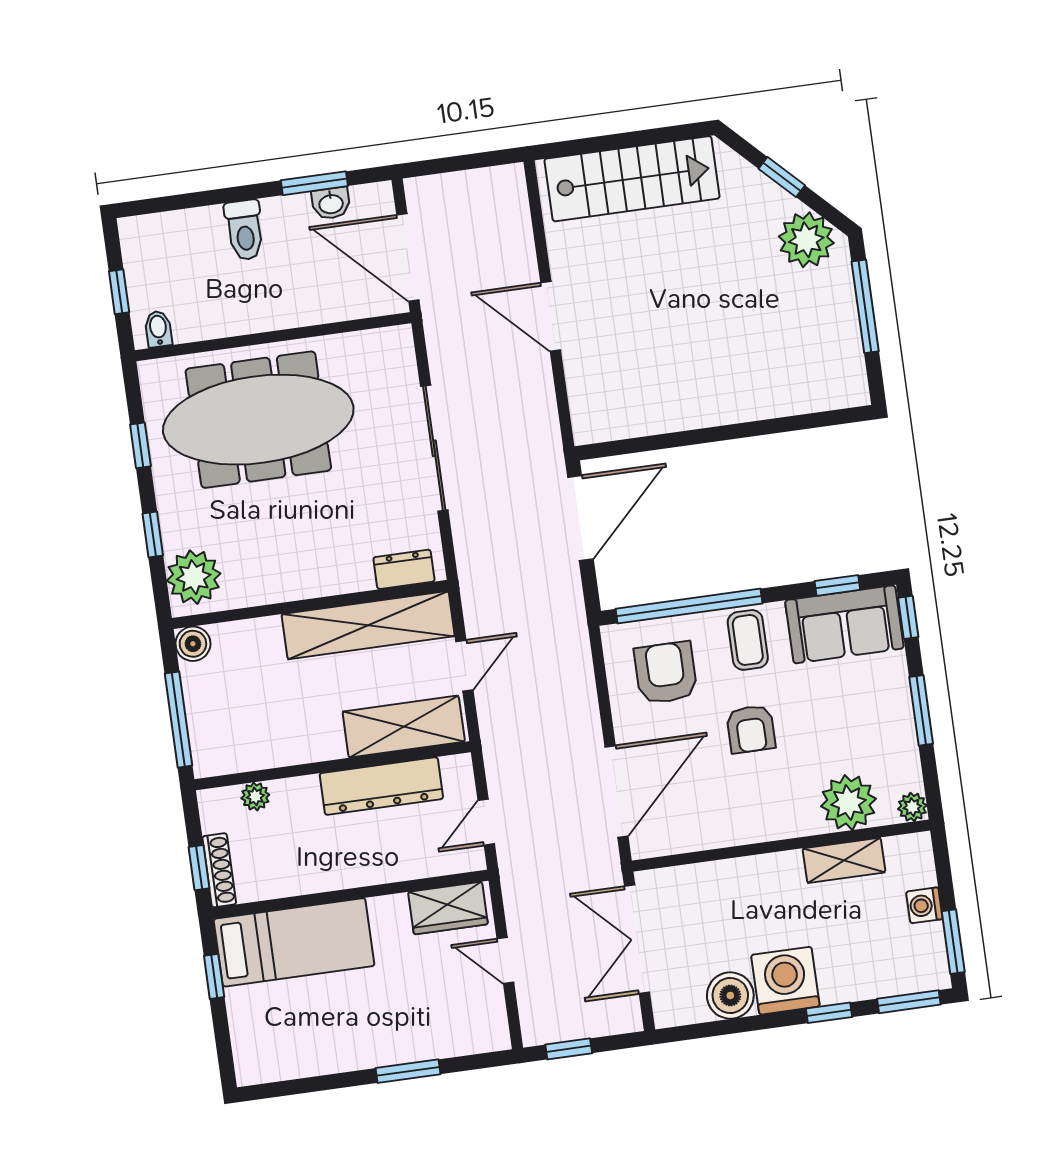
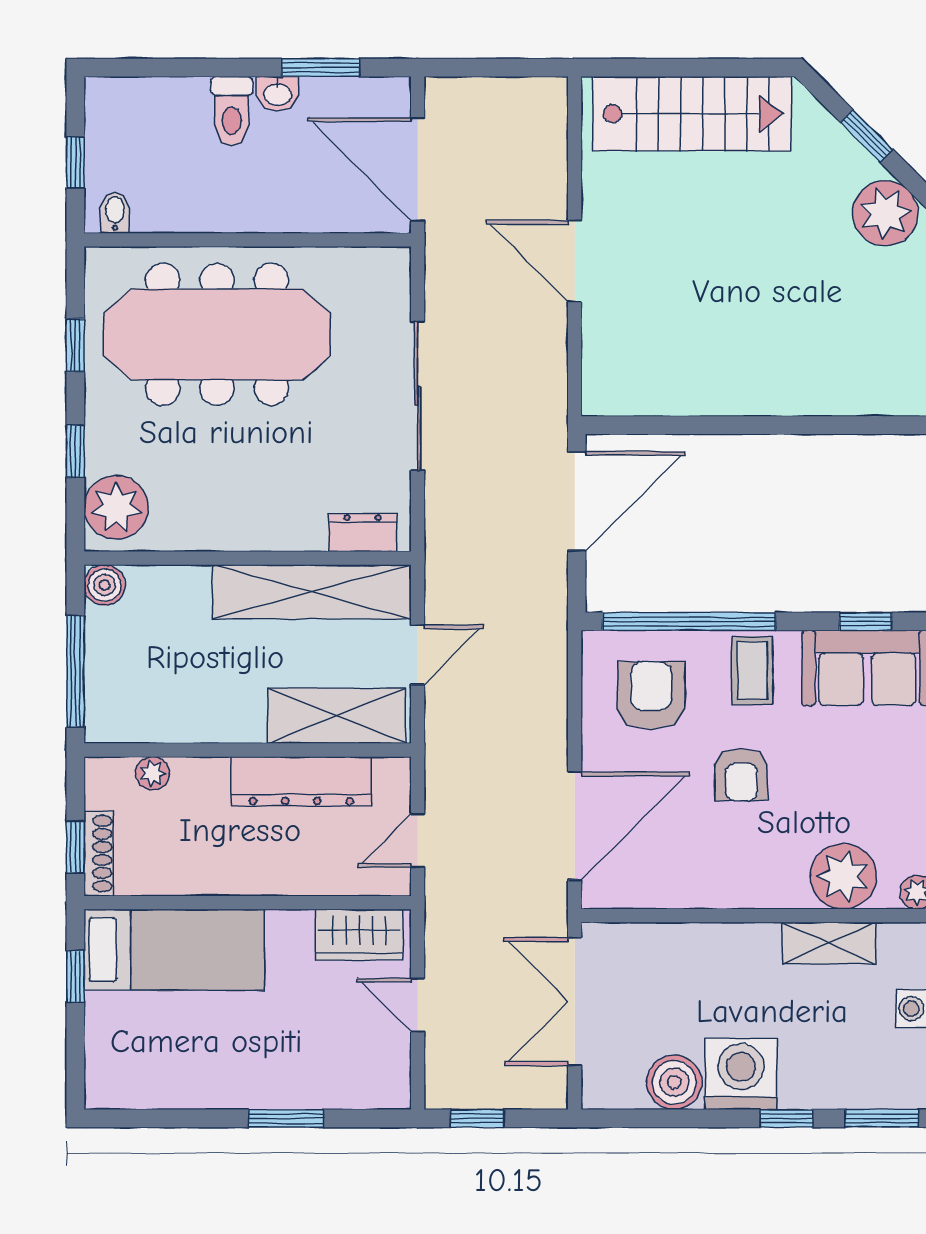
washbasin: (331, 203) -> (278, 94), moved

